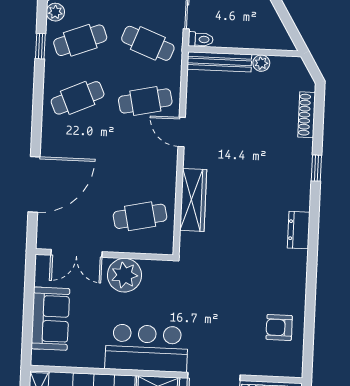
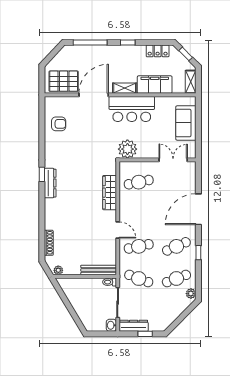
window: (40, 46) -> (198, 253), moved
plant: (261, 63) -> (58, 270), moved
window: (316, 168) -> (42, 174), moved
door: (34, 184) -> (198, 209), moved
dresser: (299, 230) -> (50, 183), width x1.44
plant: (124, 275) -> (127, 149), moved

